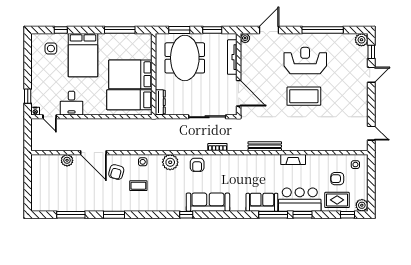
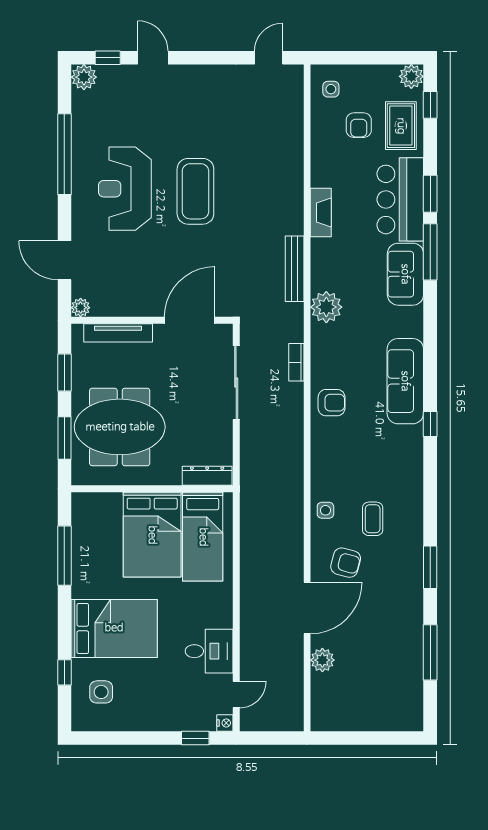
plant: (170, 162) -> (326, 307), moved

